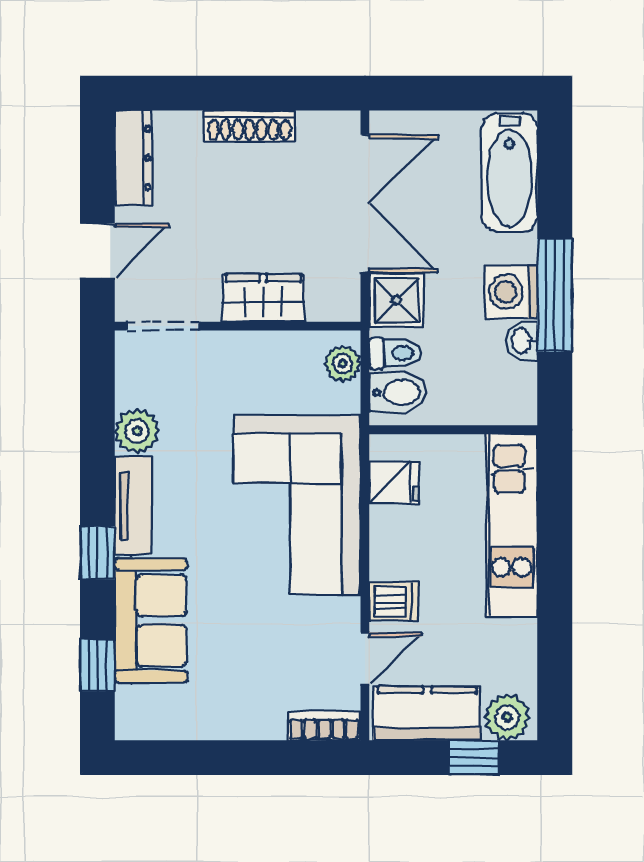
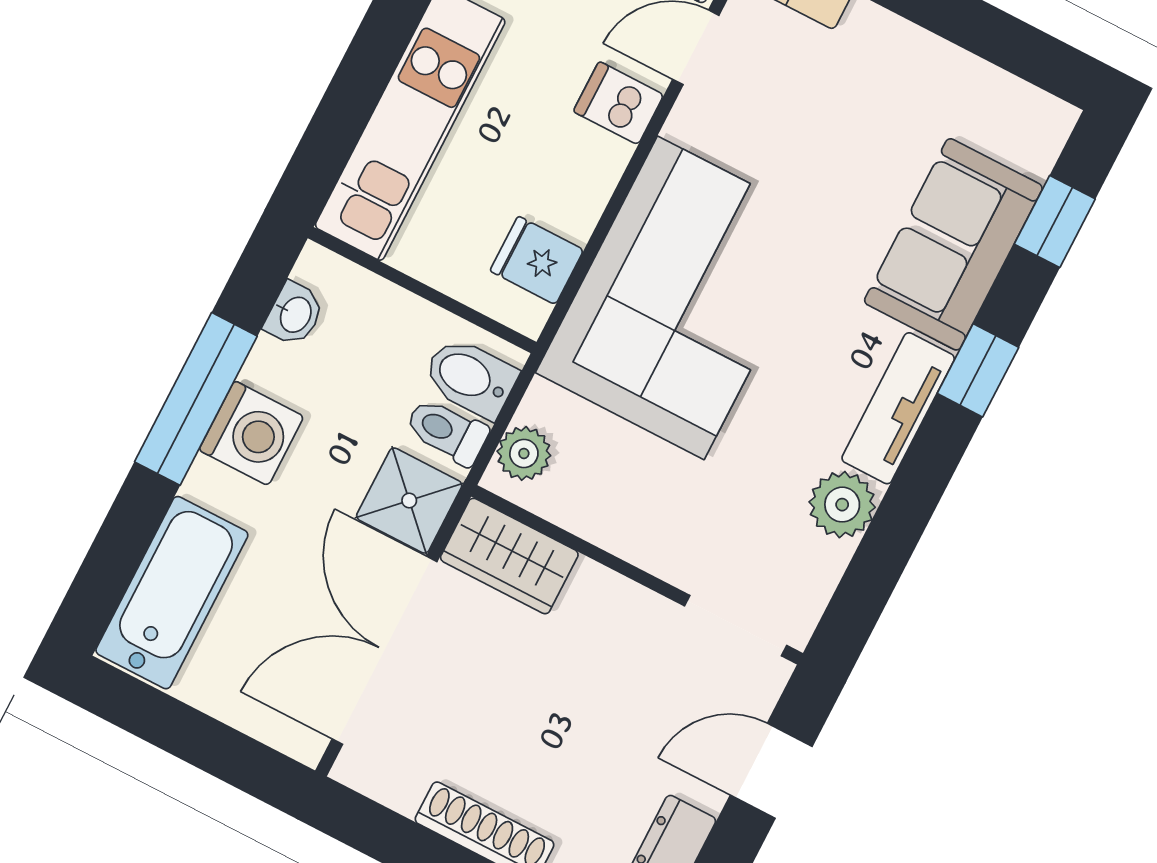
wardrobe: (263, 298) -> (509, 556), moved
washbasin: (522, 341) -> (294, 314), moved

